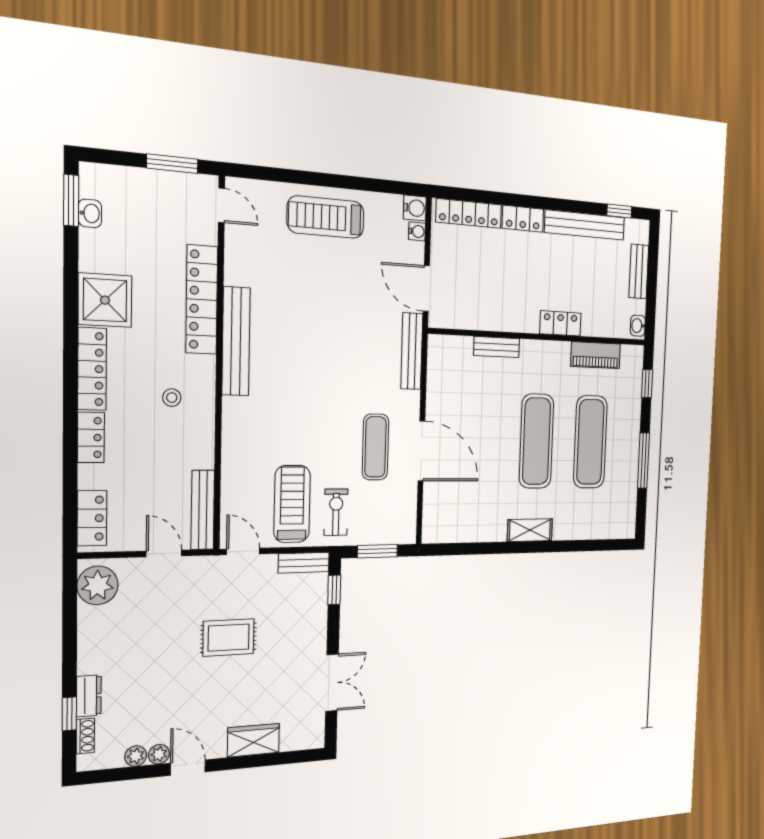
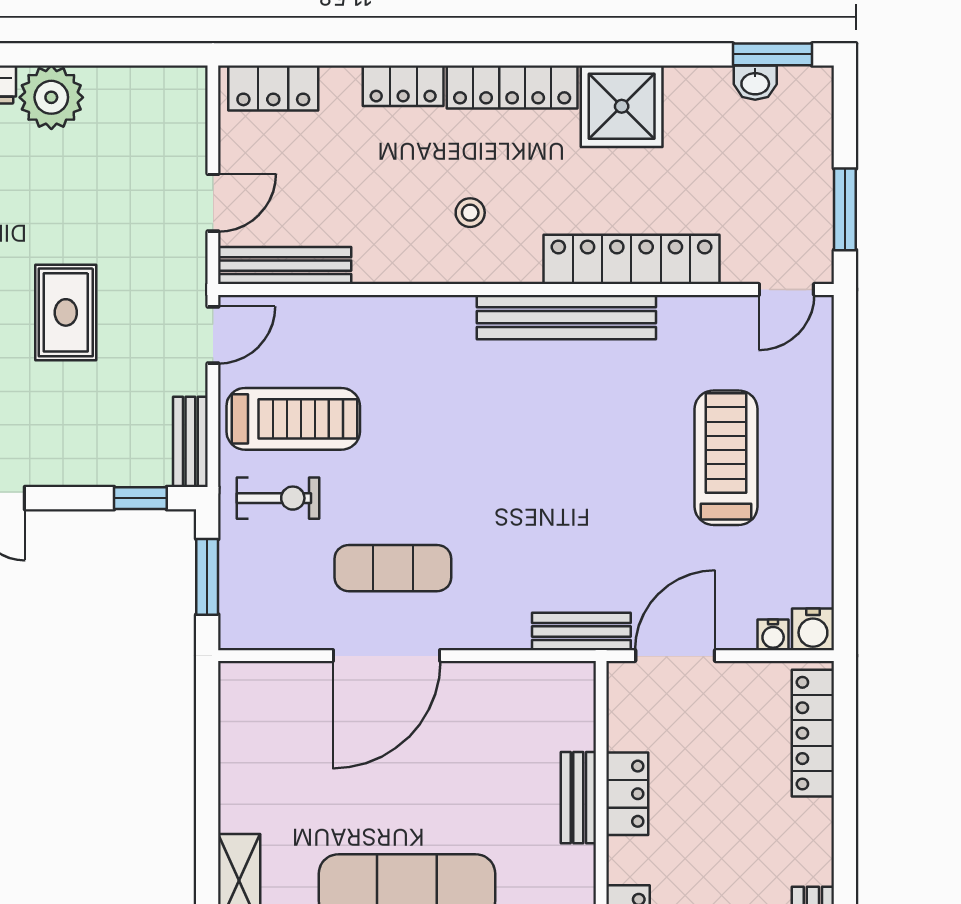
treadmill: (326, 217) -> (726, 458), moved
locker: (523, 219) -> (627, 794), moved, turned 180
bench: (412, 351) -> (581, 631), width x0.73
plant: (98, 585) -> (51, 97), moved

